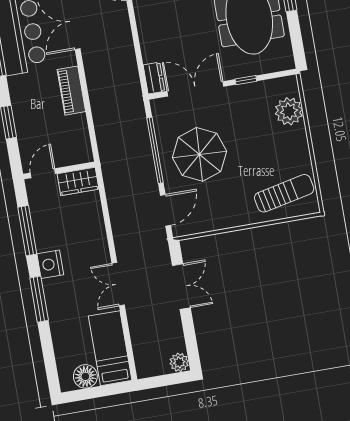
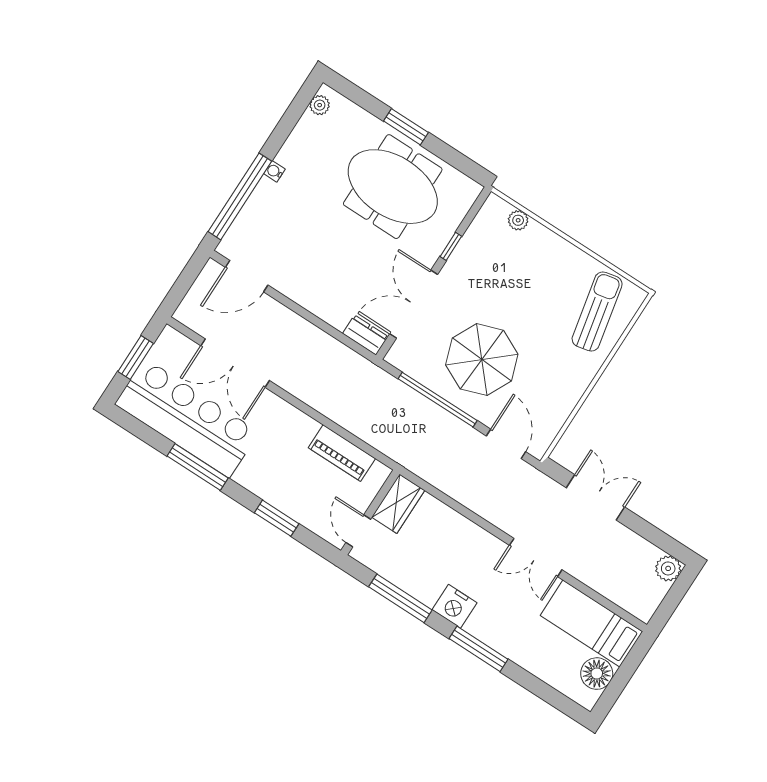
piano: (71, 91) -> (342, 453), moved
plant: (289, 111) -> (518, 220), width x0.53, depth x0.53

